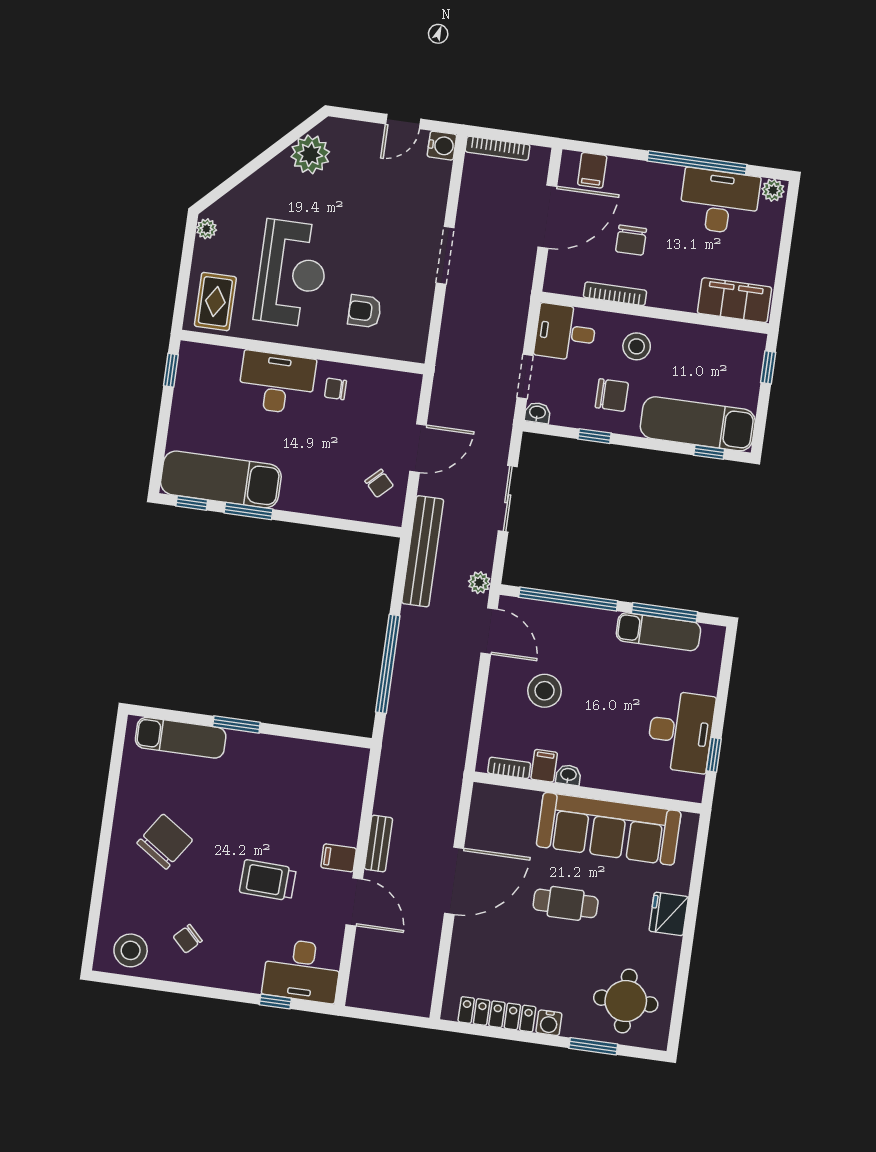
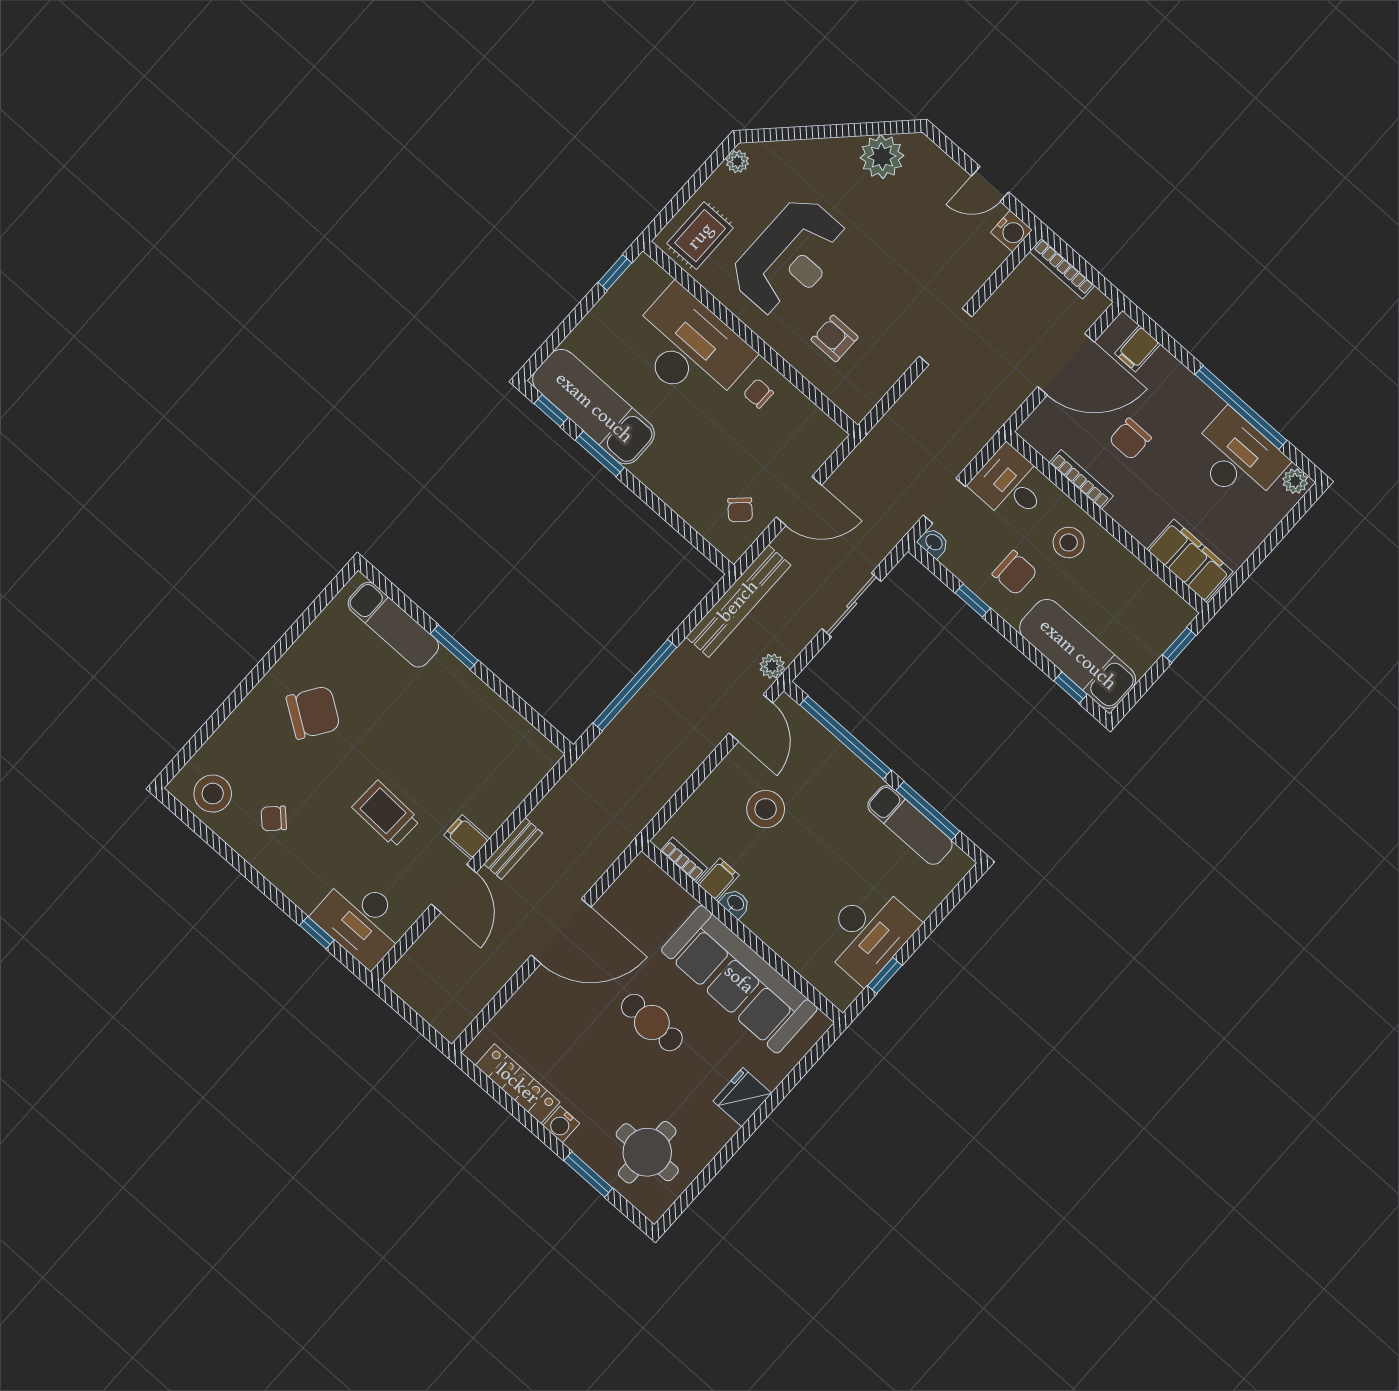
desk: (277, 383) -> (689, 348), width x1.36, depth x1.30

